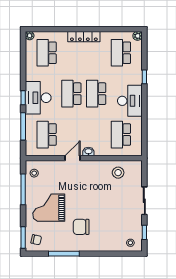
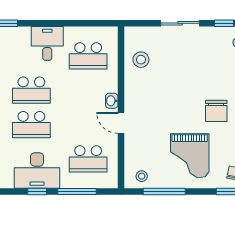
desk: (130, 101) -> (47, 43), width x0.73

